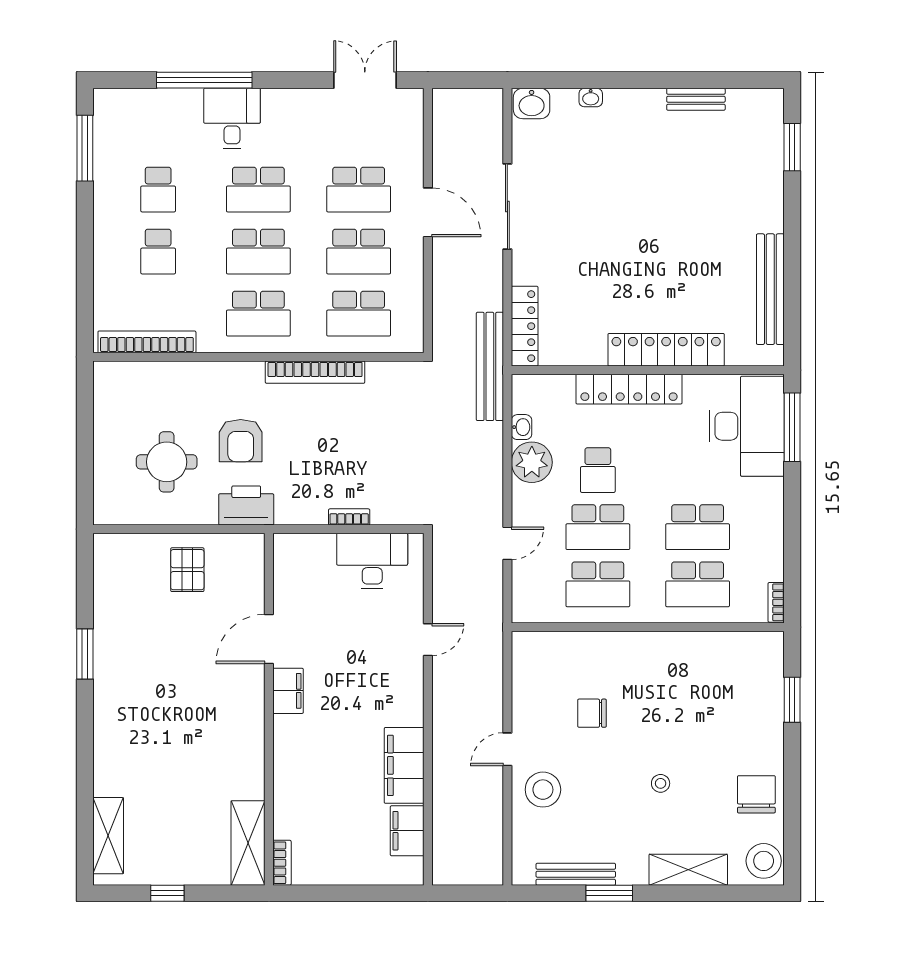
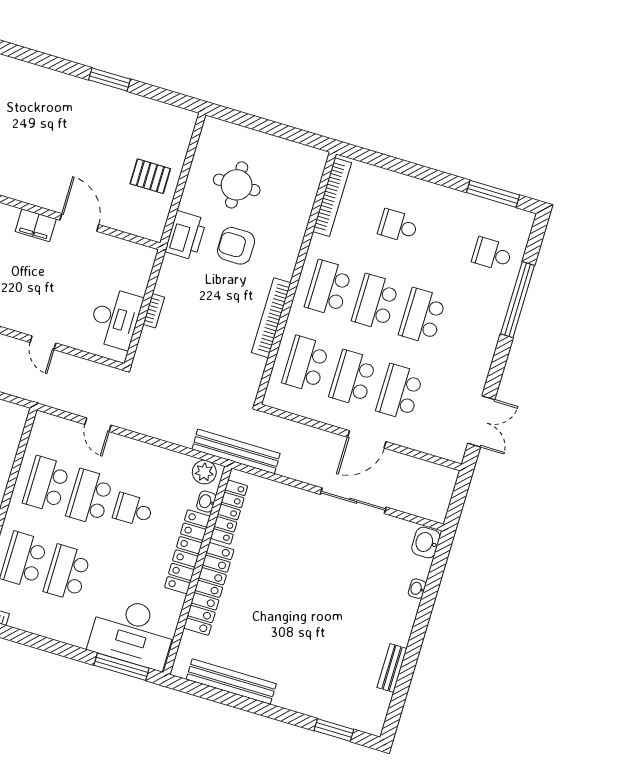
desk: (232, 118) -> (482, 312), removed
school desk: (158, 190) -> (492, 254), moved
locker: (525, 326) -> (229, 512), moved, turned -90
washbasin: (522, 427) -> (206, 502), moved, turned 90
plant: (532, 462) -> (204, 472), moved, width x0.73, depth x0.73

